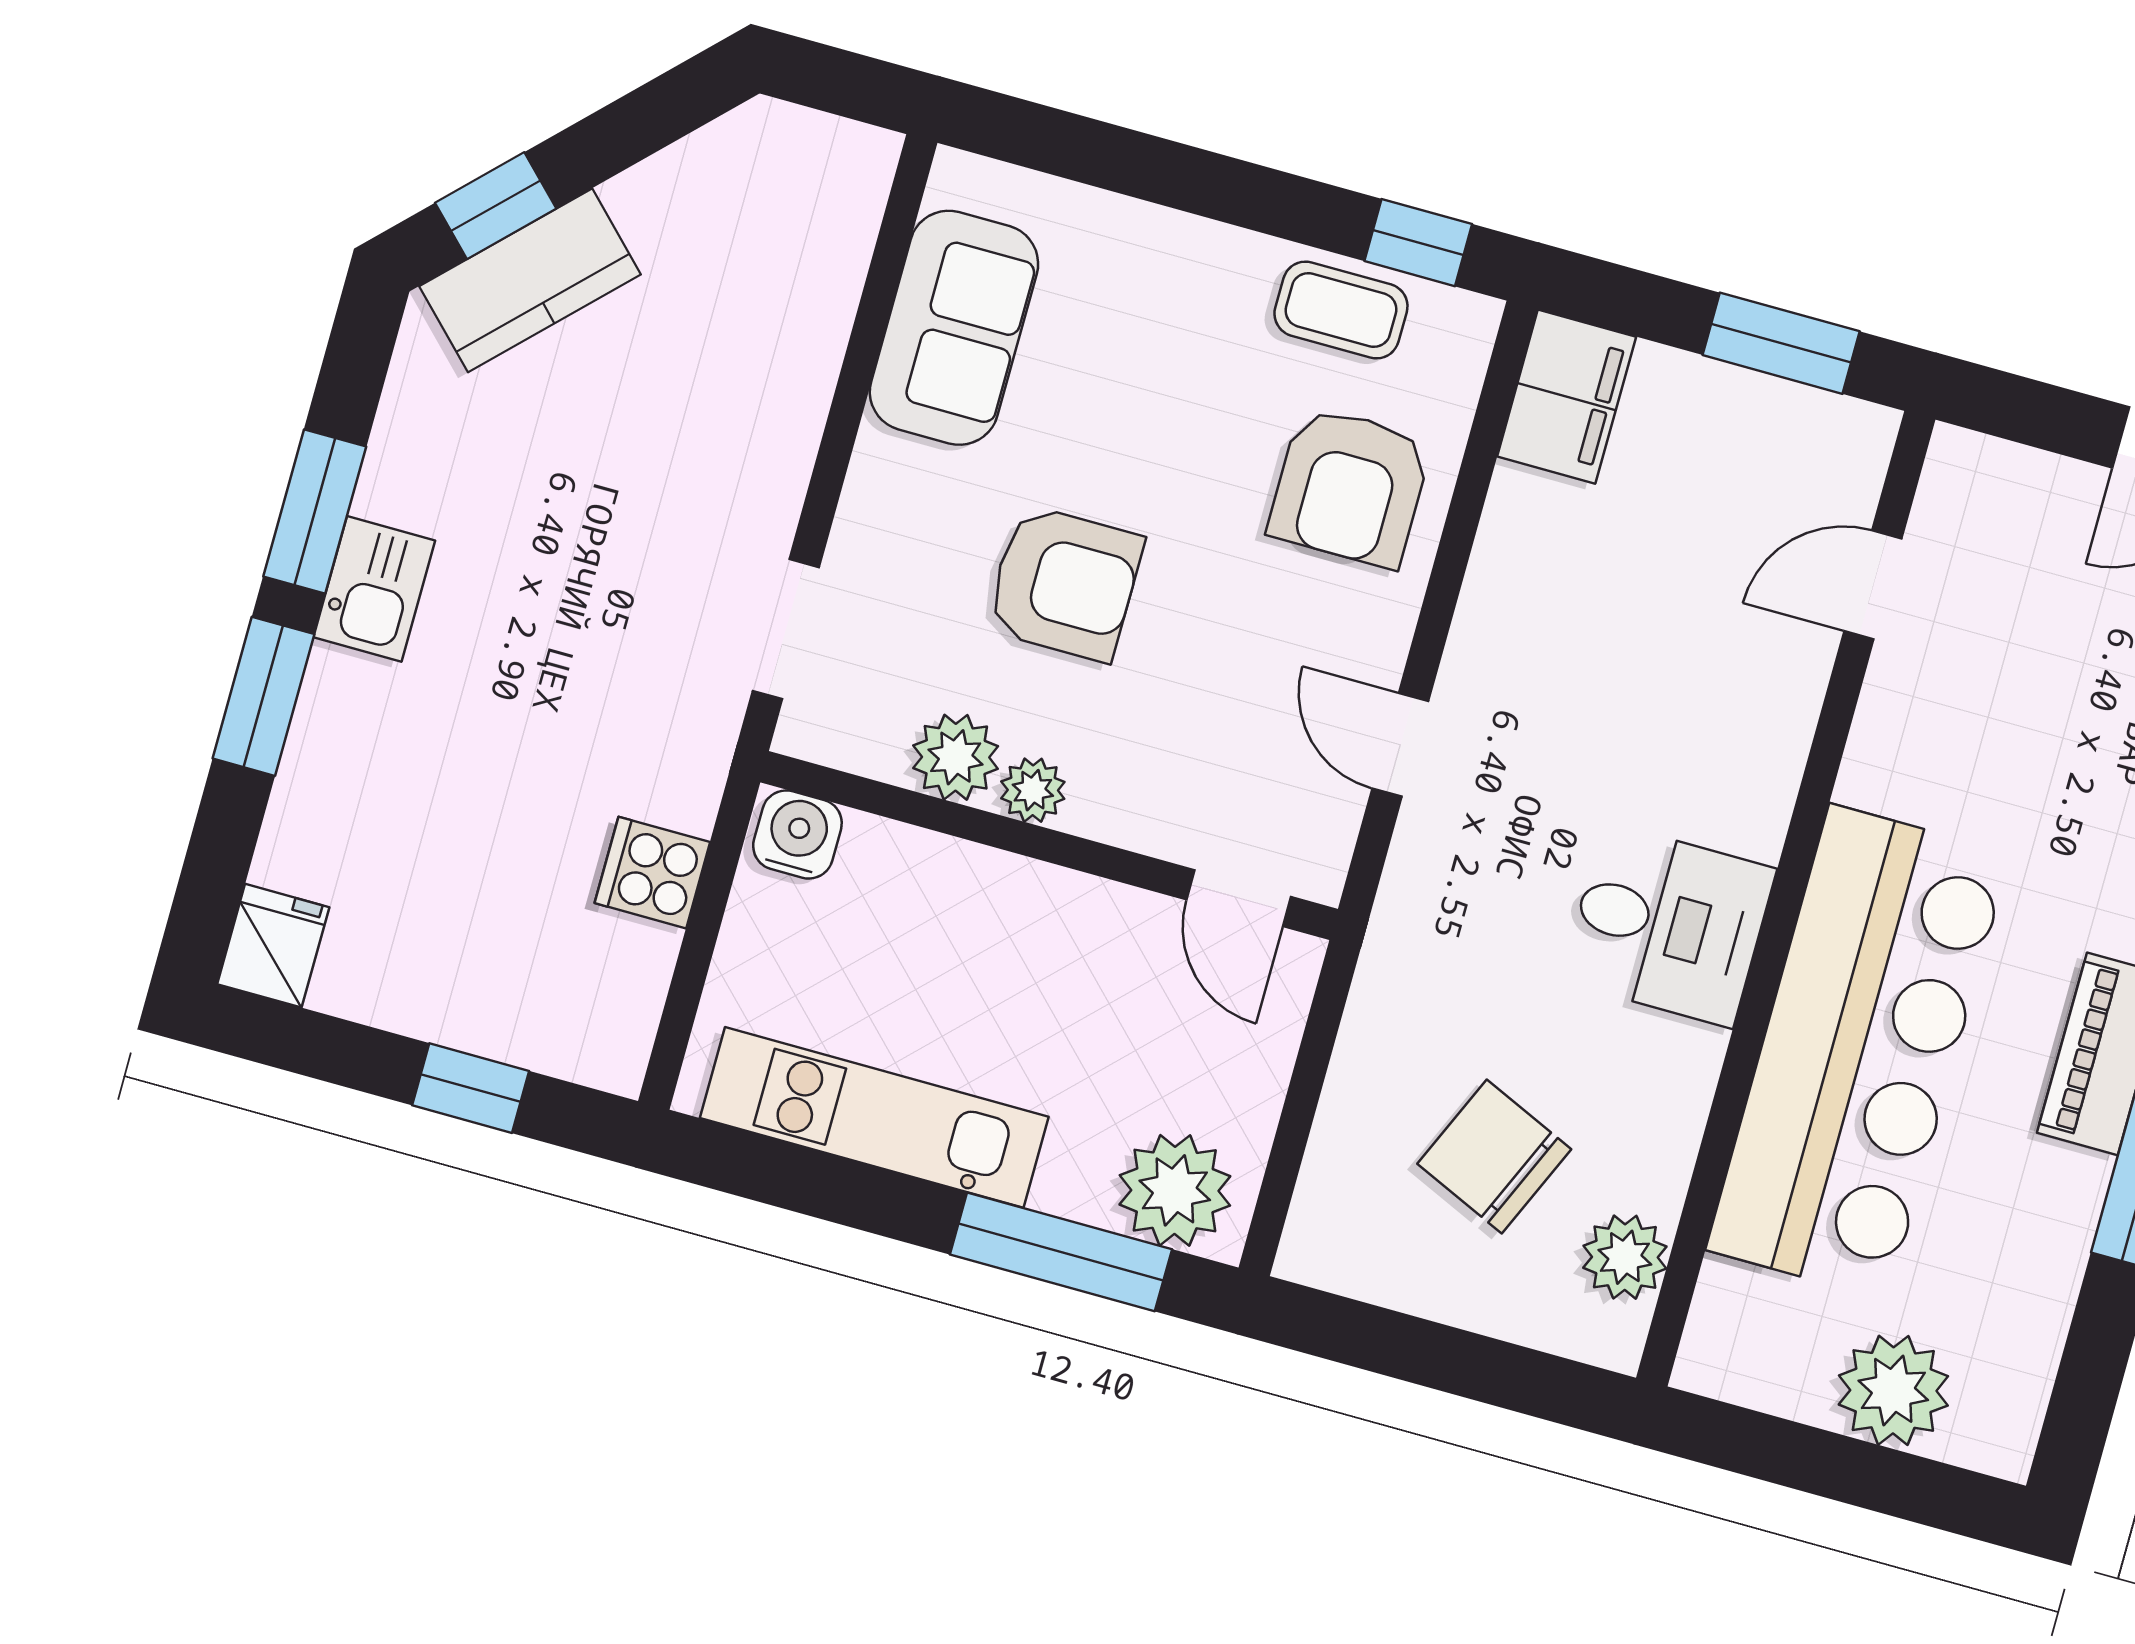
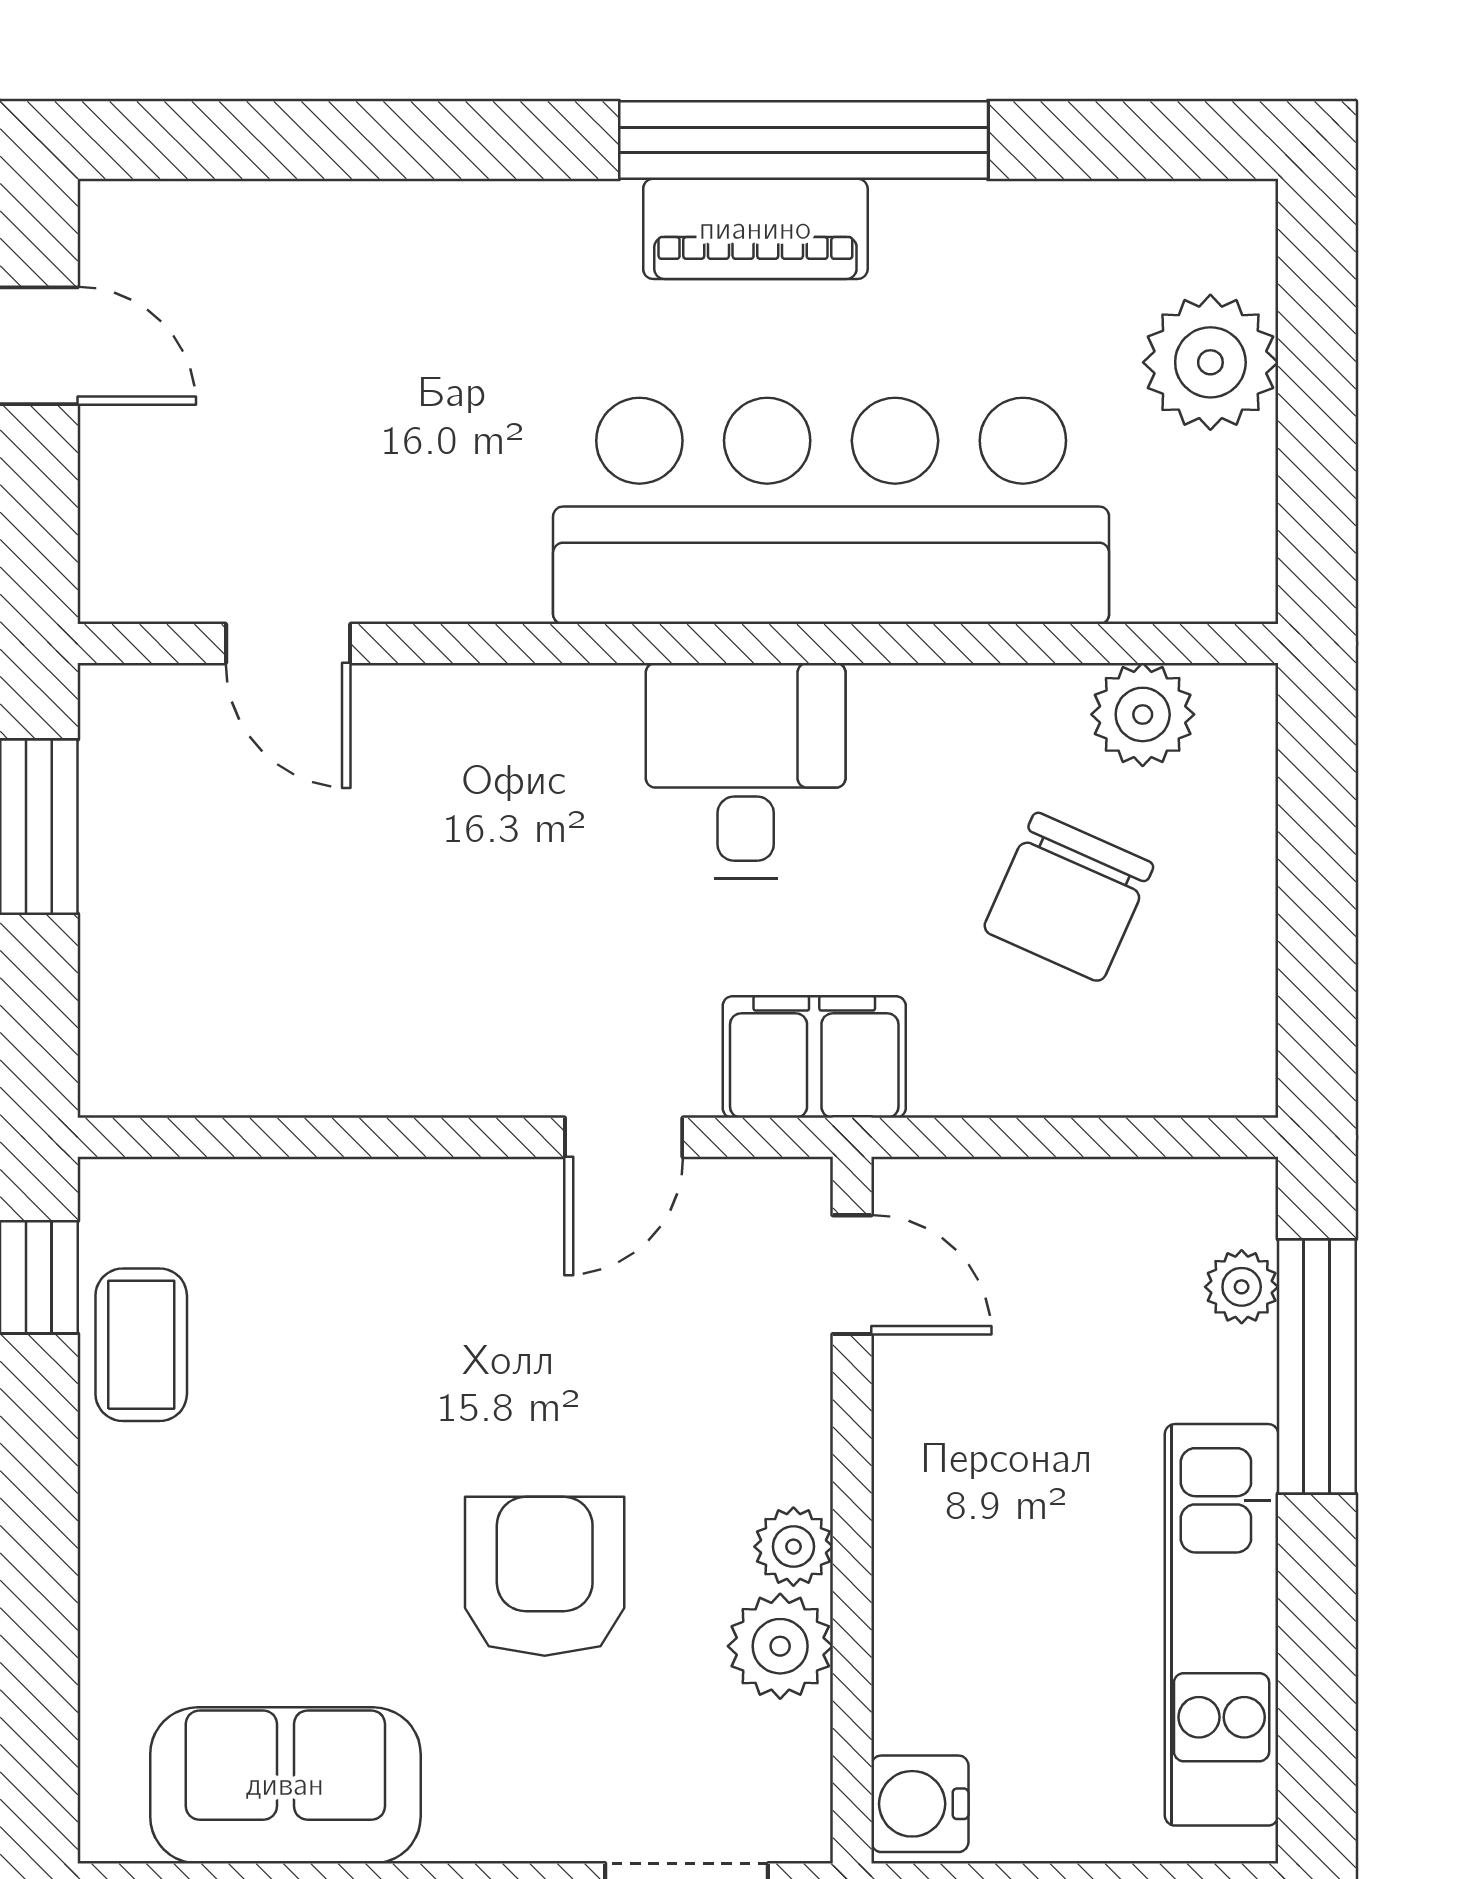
filing cabinet: (1567, 397) -> (814, 1057), moved
armchair: (1350, 487) -> (342, 1278), removed
door: (1239, 898) -> (852, 1275), hinge flipped
plant: (1175, 1190) -> (1242, 1287), width x0.53, depth x0.53

